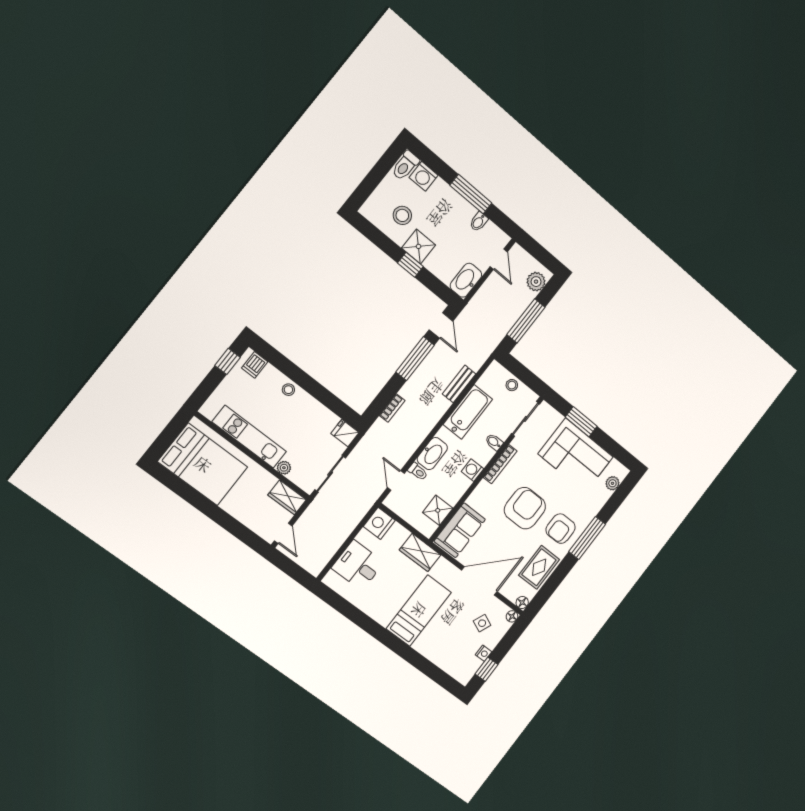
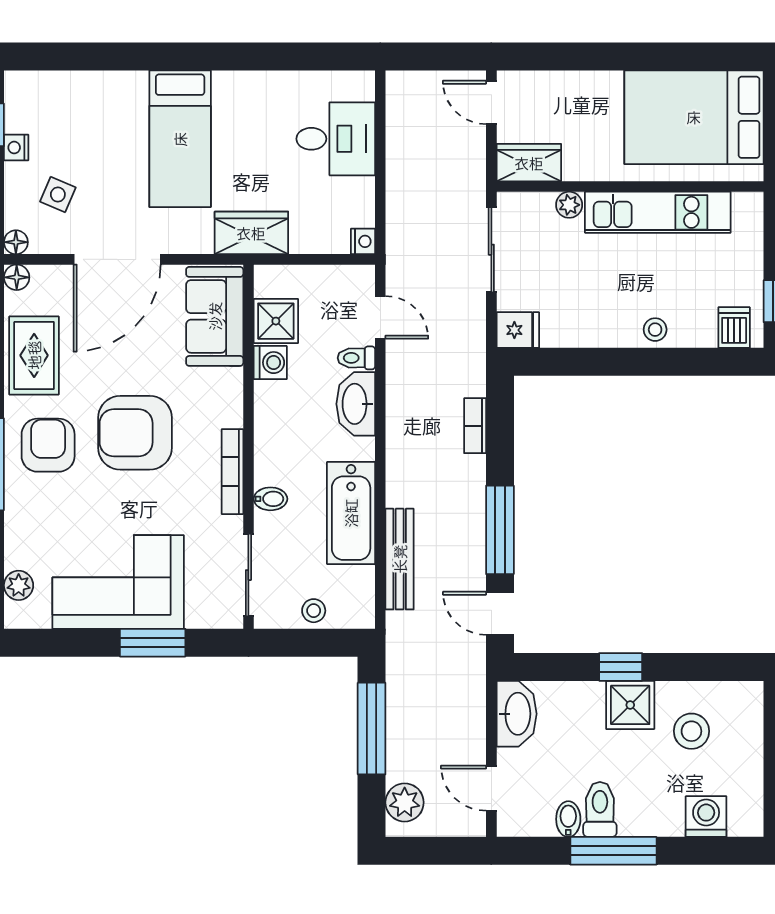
toilet: (405, 166) -> (600, 809), moved
bench: (459, 384) -> (400, 559), width x1.36
washing machine: (472, 470) -> (270, 363), moved
armchair: (525, 508) -> (135, 433), turned 90
nightstand: (379, 523) -> (363, 241), width x0.53, depth x0.56

